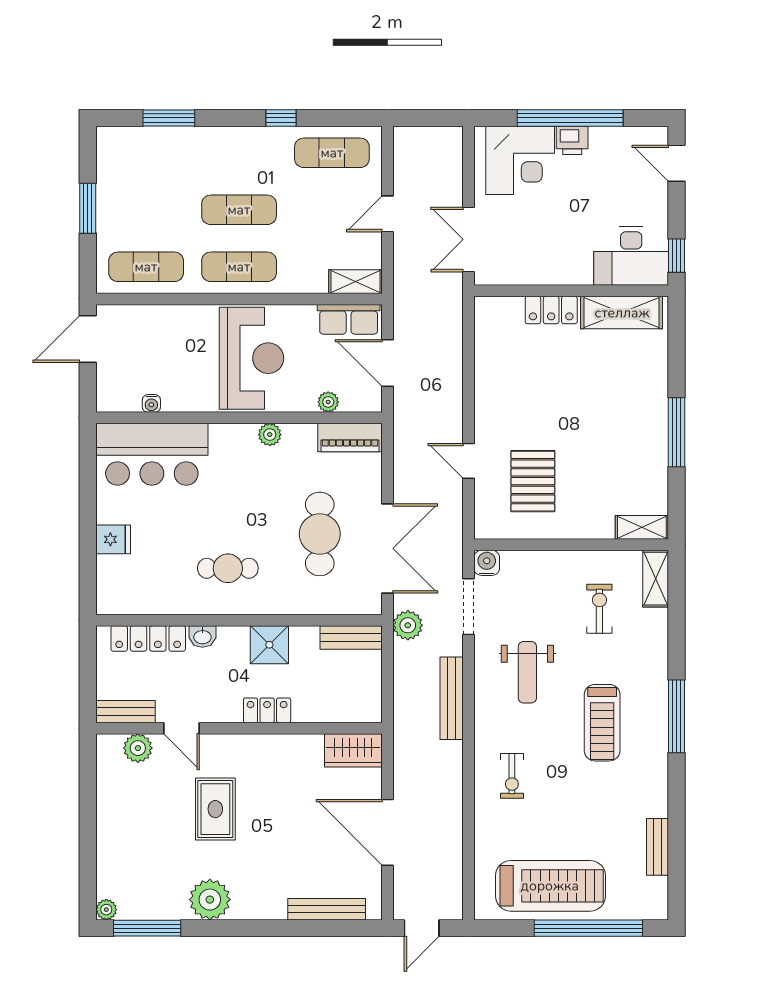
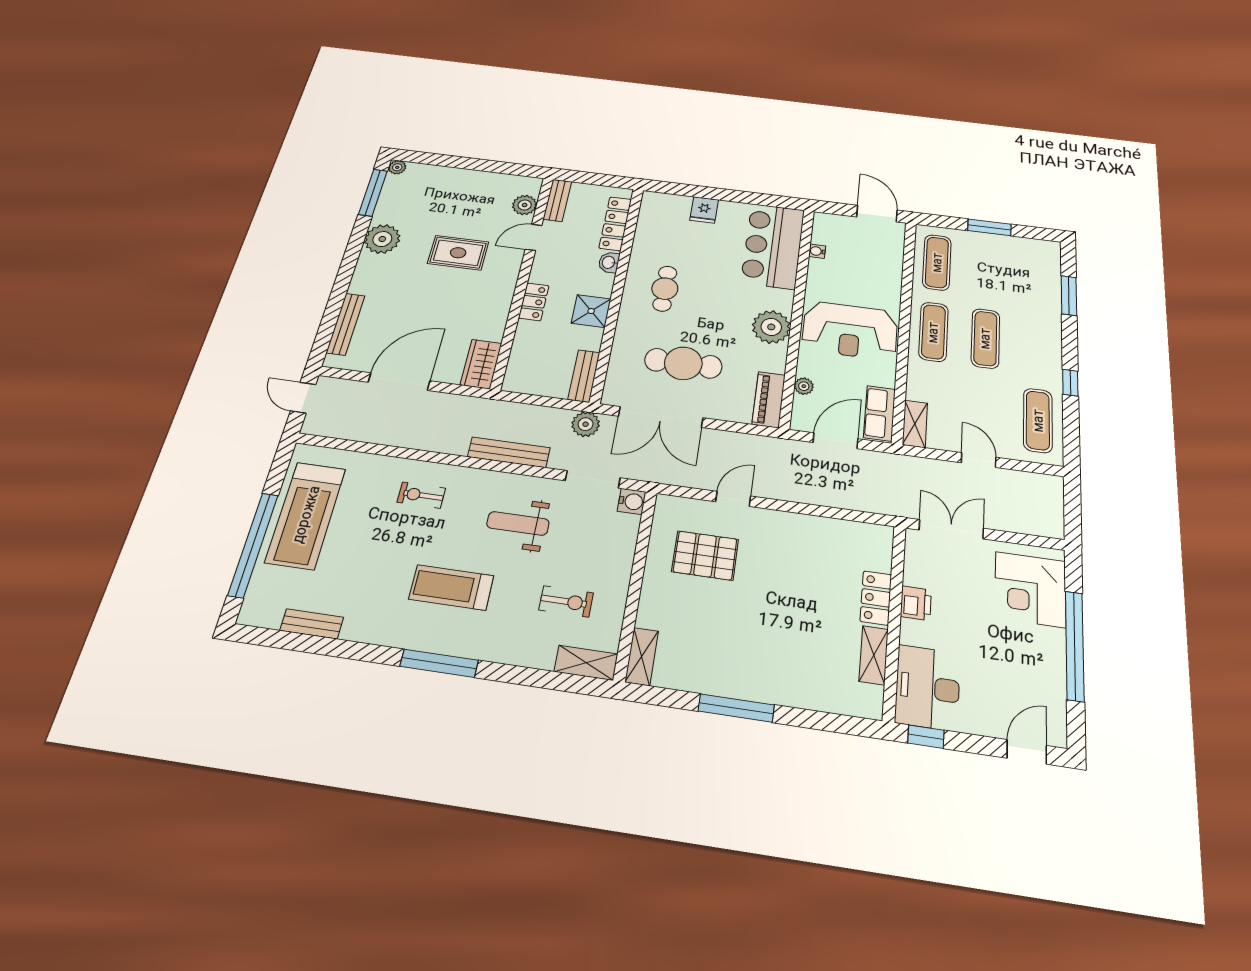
printer: (572, 140) -> (916, 603), moved, turned 180
shelving: (622, 313) -> (874, 655), width x0.67, depth x0.75
plant: (270, 435) -> (771, 327), width x1.88, depth x1.88

